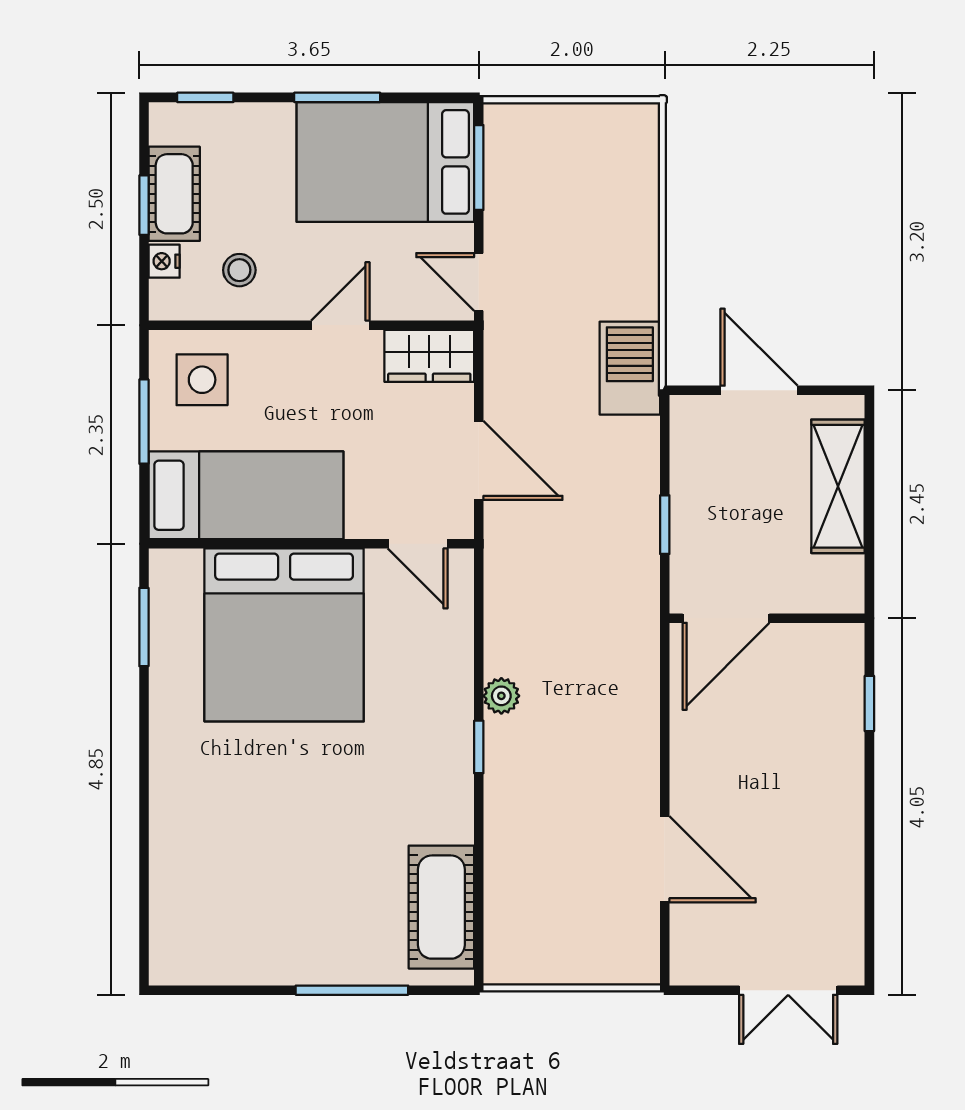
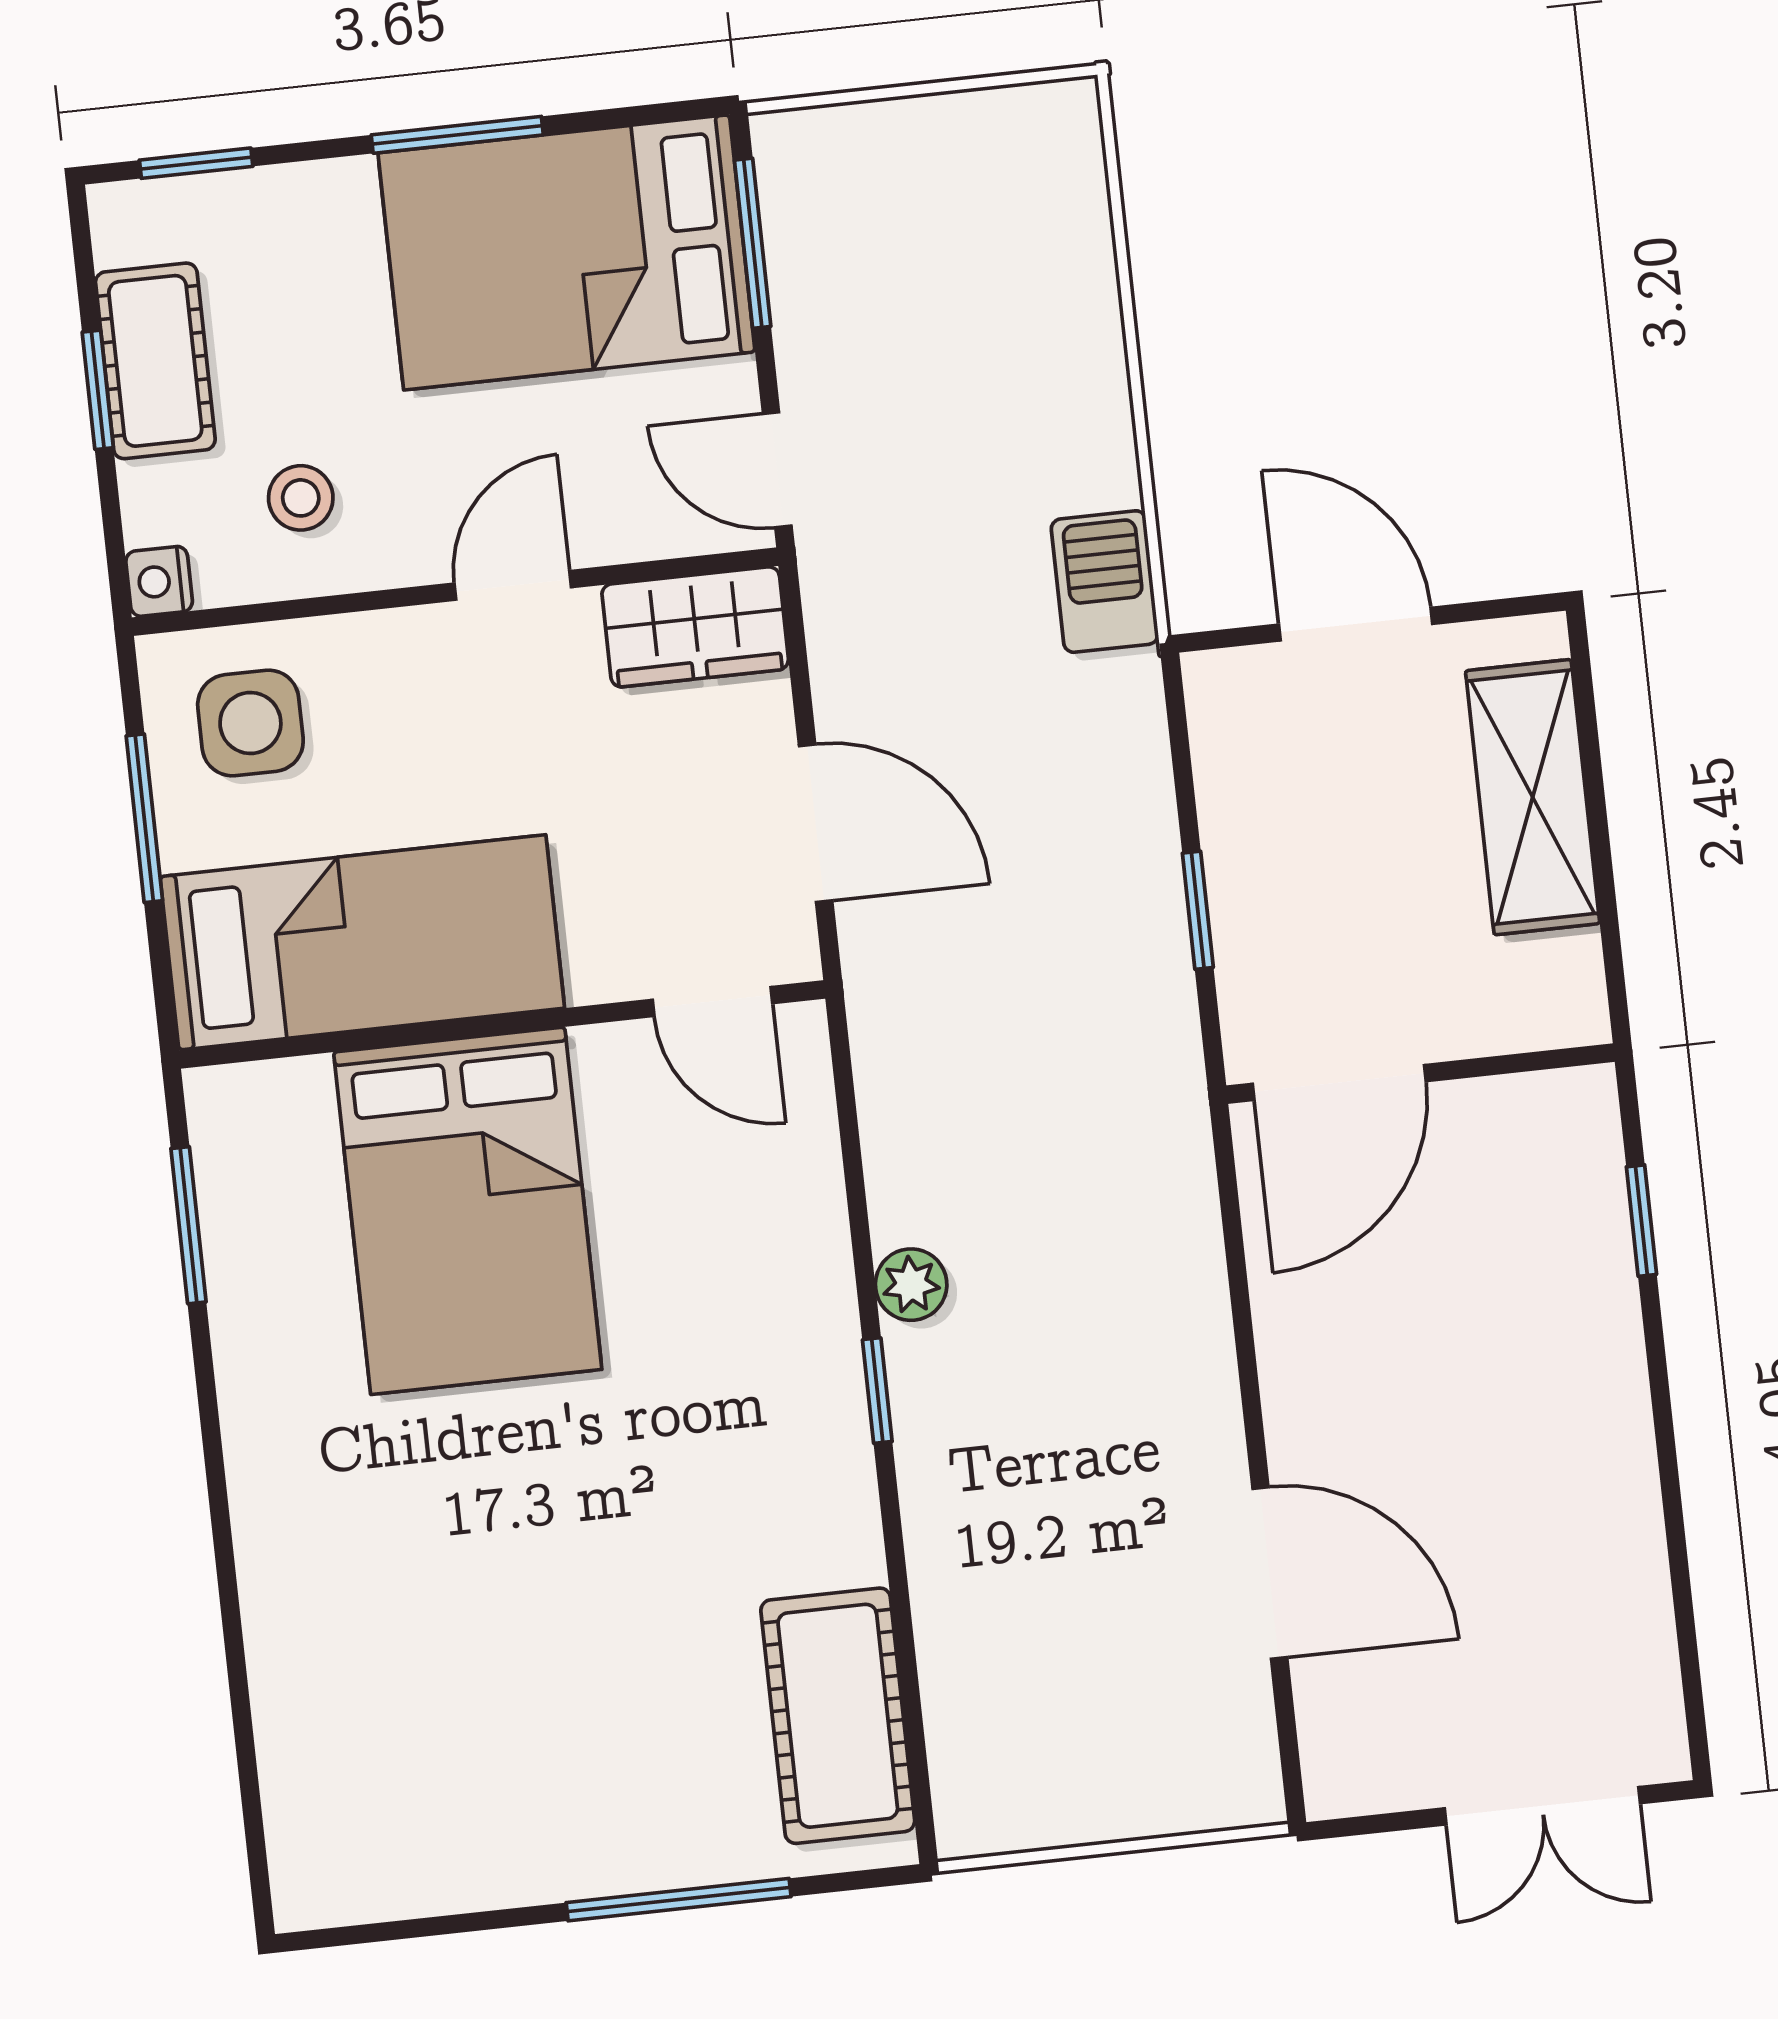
nightstand: (164, 261) -> (159, 581), moved
barbecue: (630, 368) -> (1105, 582), width x0.73, depth x0.79
bed: (284, 635) -> (468, 1211), width x0.73

